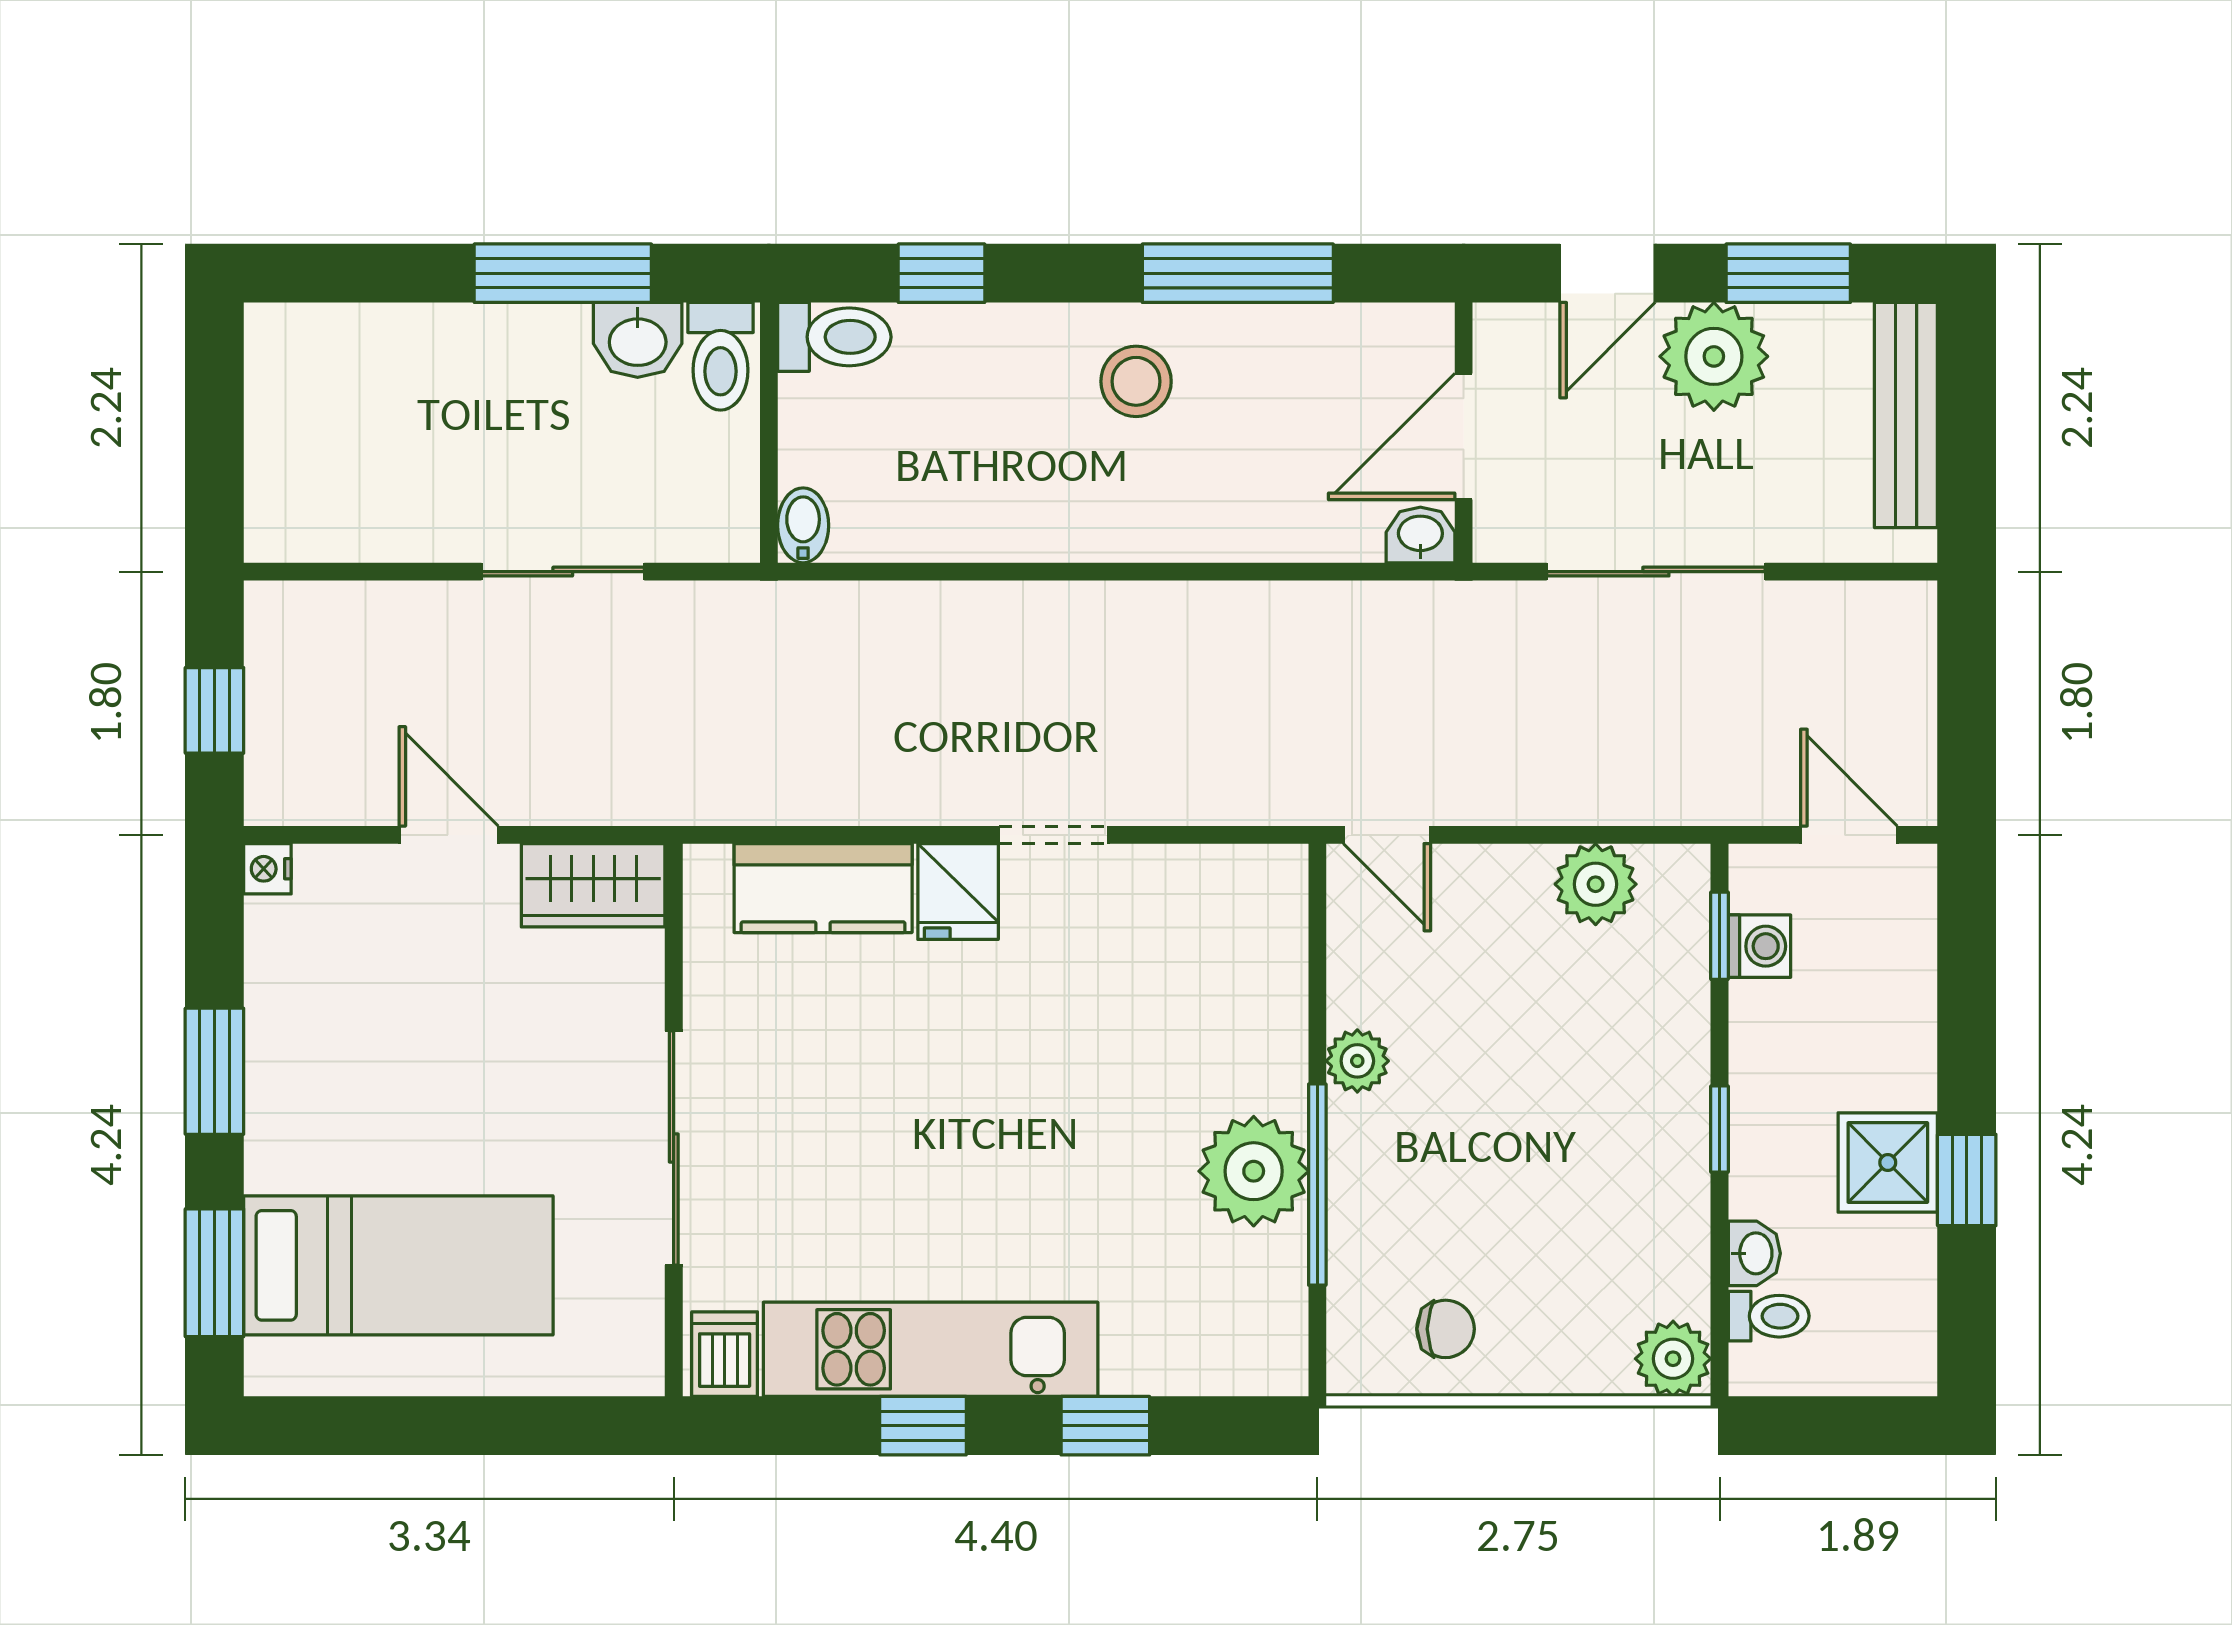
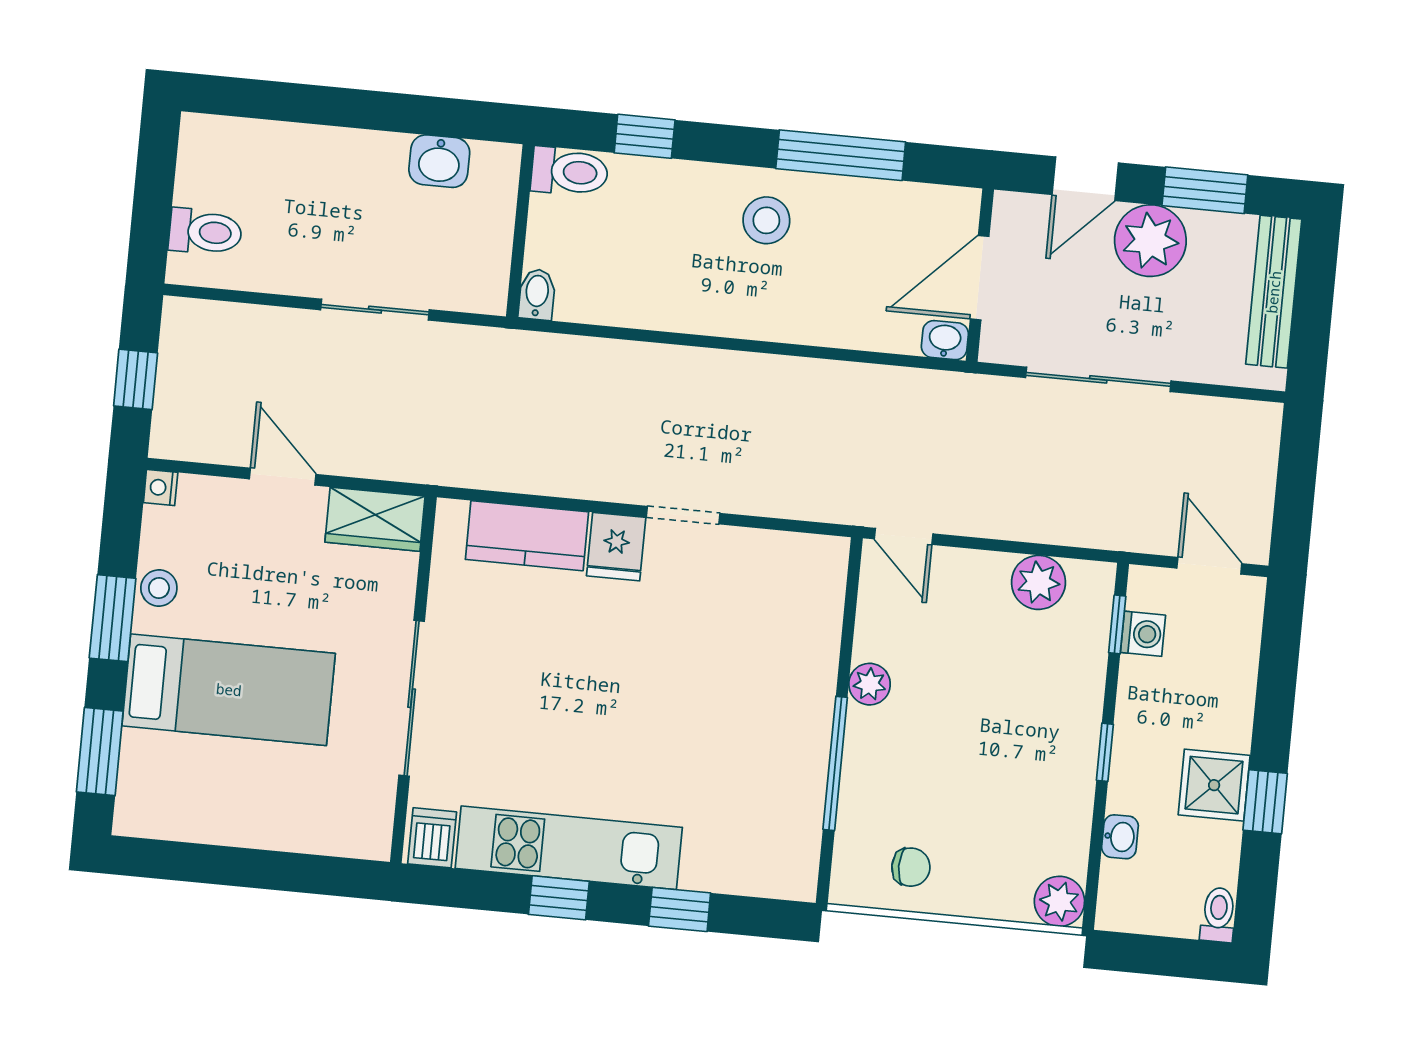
window: (563, 273) -> (394, 112), removed
toilet: (721, 356) -> (205, 232), moved, turned -90
stool: (279, 1019) -> (159, 588), added
plant: (1254, 1171) -> (794, 750), removed
bed: (398, 1265) -> (229, 690), moved
toilet: (1769, 1316) -> (1218, 915), moved, turned -90

